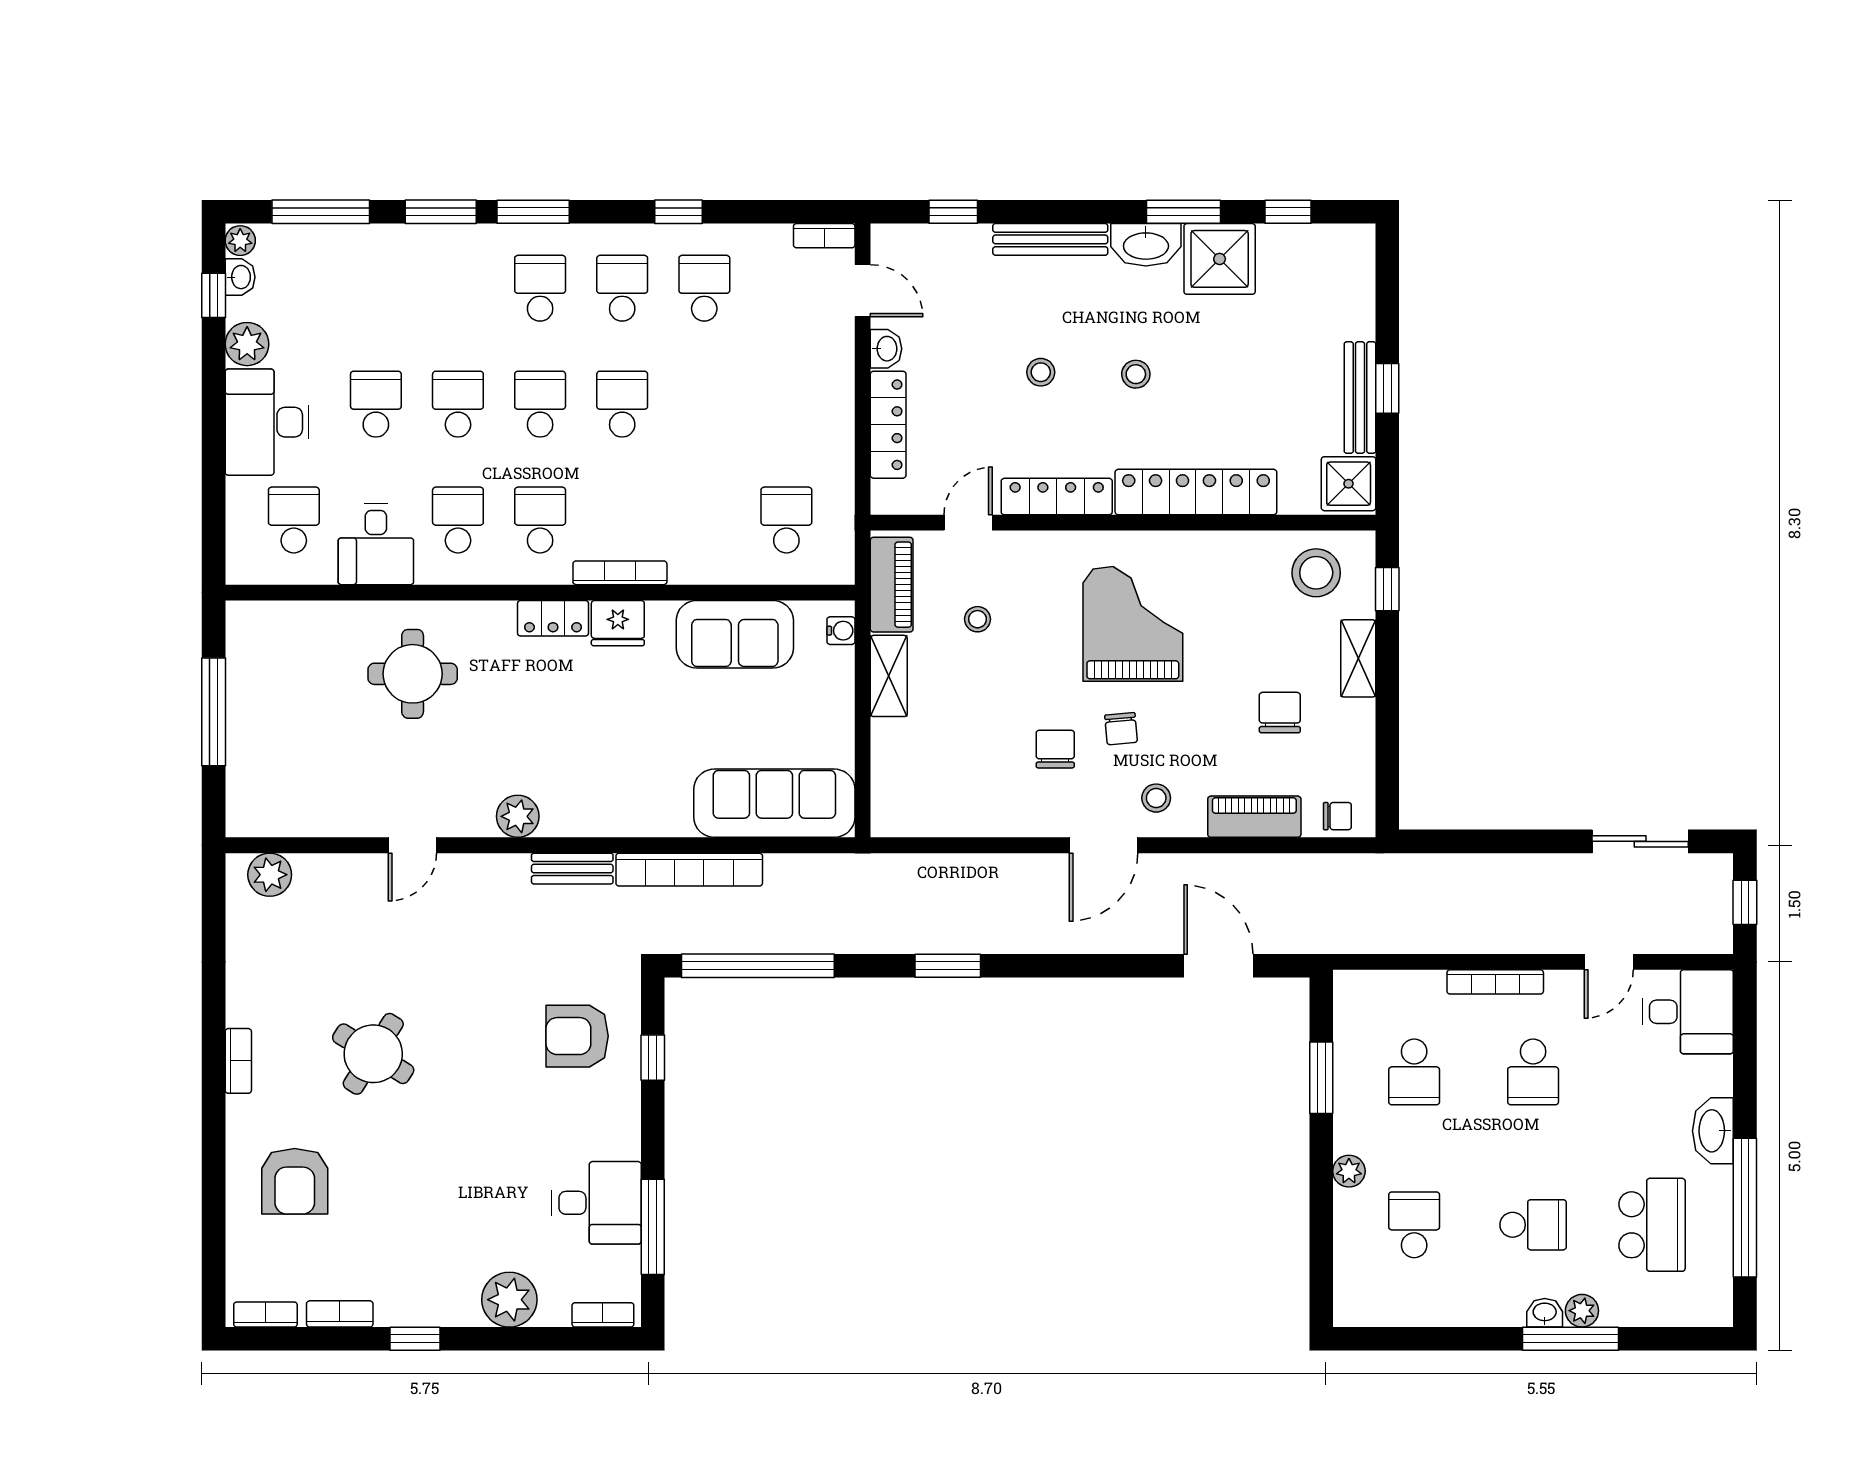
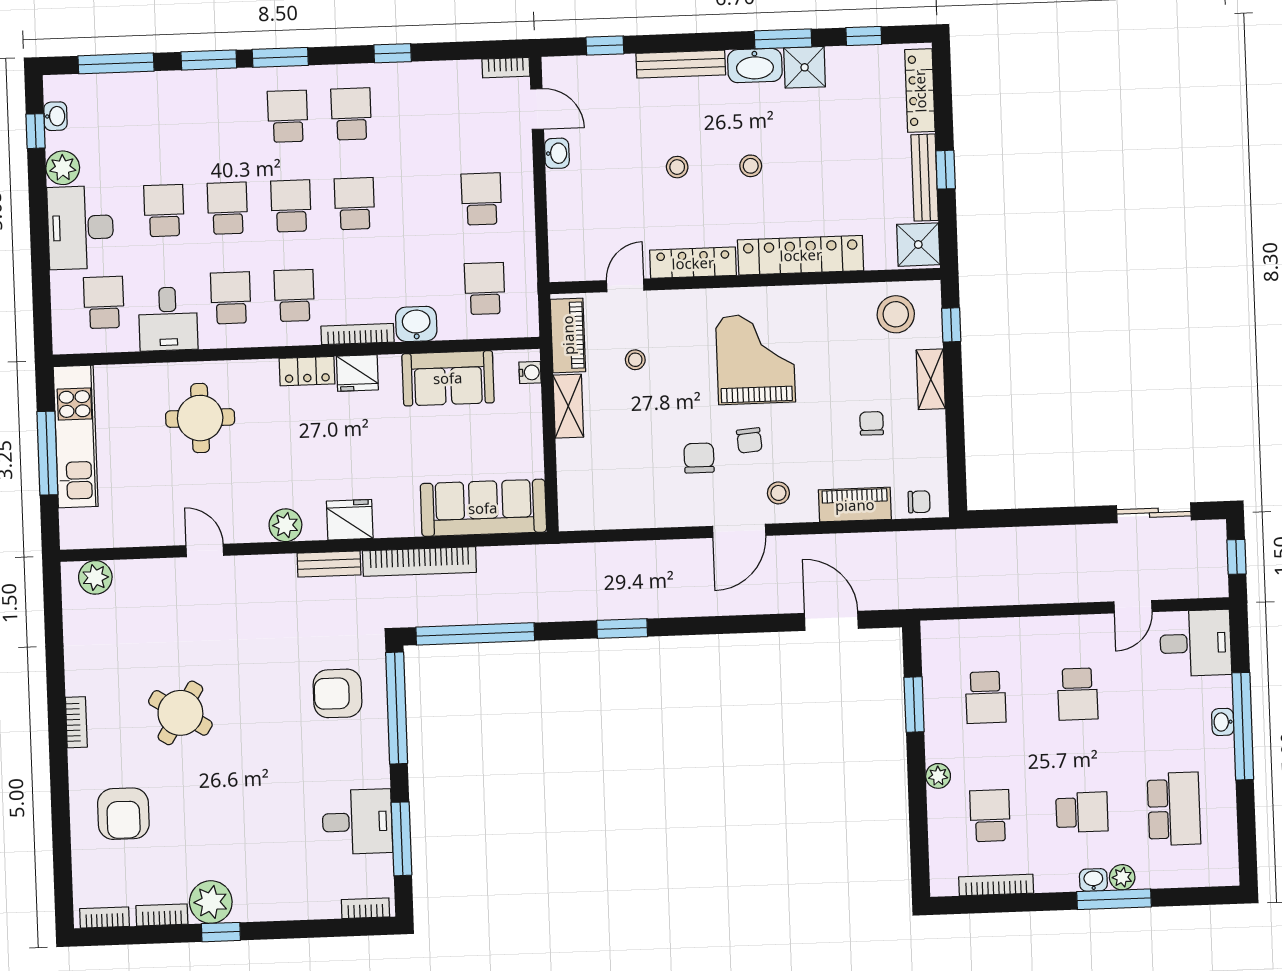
plant: (240, 241) -> (55, 88), removed
shower: (1220, 259) -> (805, 67), width x0.73, depth x0.73
school desk: (704, 288) -> (481, 199), moved
locker: (888, 425) -> (920, 91), moved, turned 180
washbasin: (696, 563) -> (416, 324), added
kitchen unit: (251, 692) -> (76, 437), added
chair: (1280, 713) -> (872, 423), width x0.73, depth x0.73
fridge: (601, 812) -> (350, 520), added
door: (412, 845) -> (205, 551), swing flipped
bookcase: (1495, 982) -> (996, 885), moved, turned 180
window: (653, 1058) -> (397, 708), width x3.17
washbasin: (1713, 1131) -> (1223, 722), width x0.52, depth x0.69
window: (1745, 1208) -> (1243, 726), moved
plant: (509, 1300) -> (211, 902), moved

